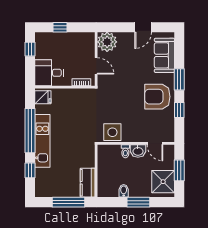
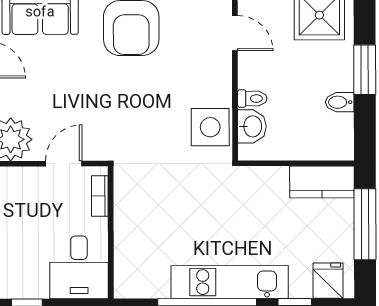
fridge: (43, 97) -> (328, 281), moved
door: (155, 143) -> (235, 33), hinge flipped
washbasin: (138, 151) -> (252, 126), moved

